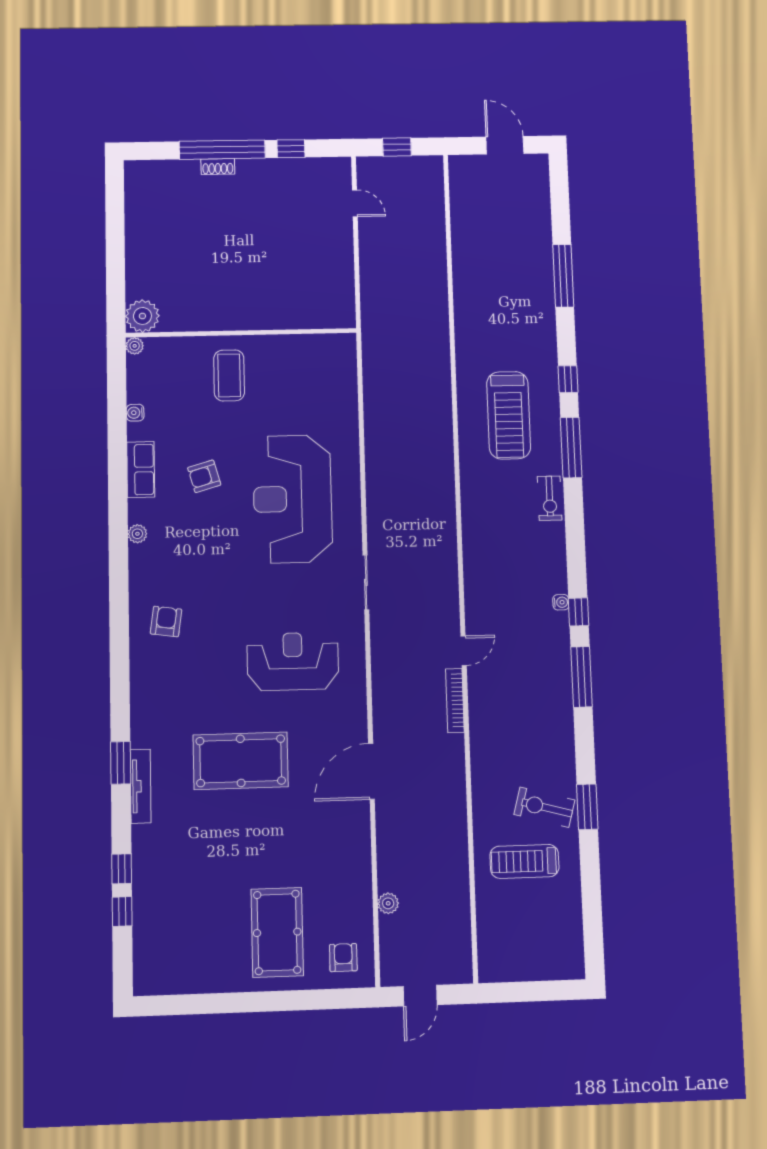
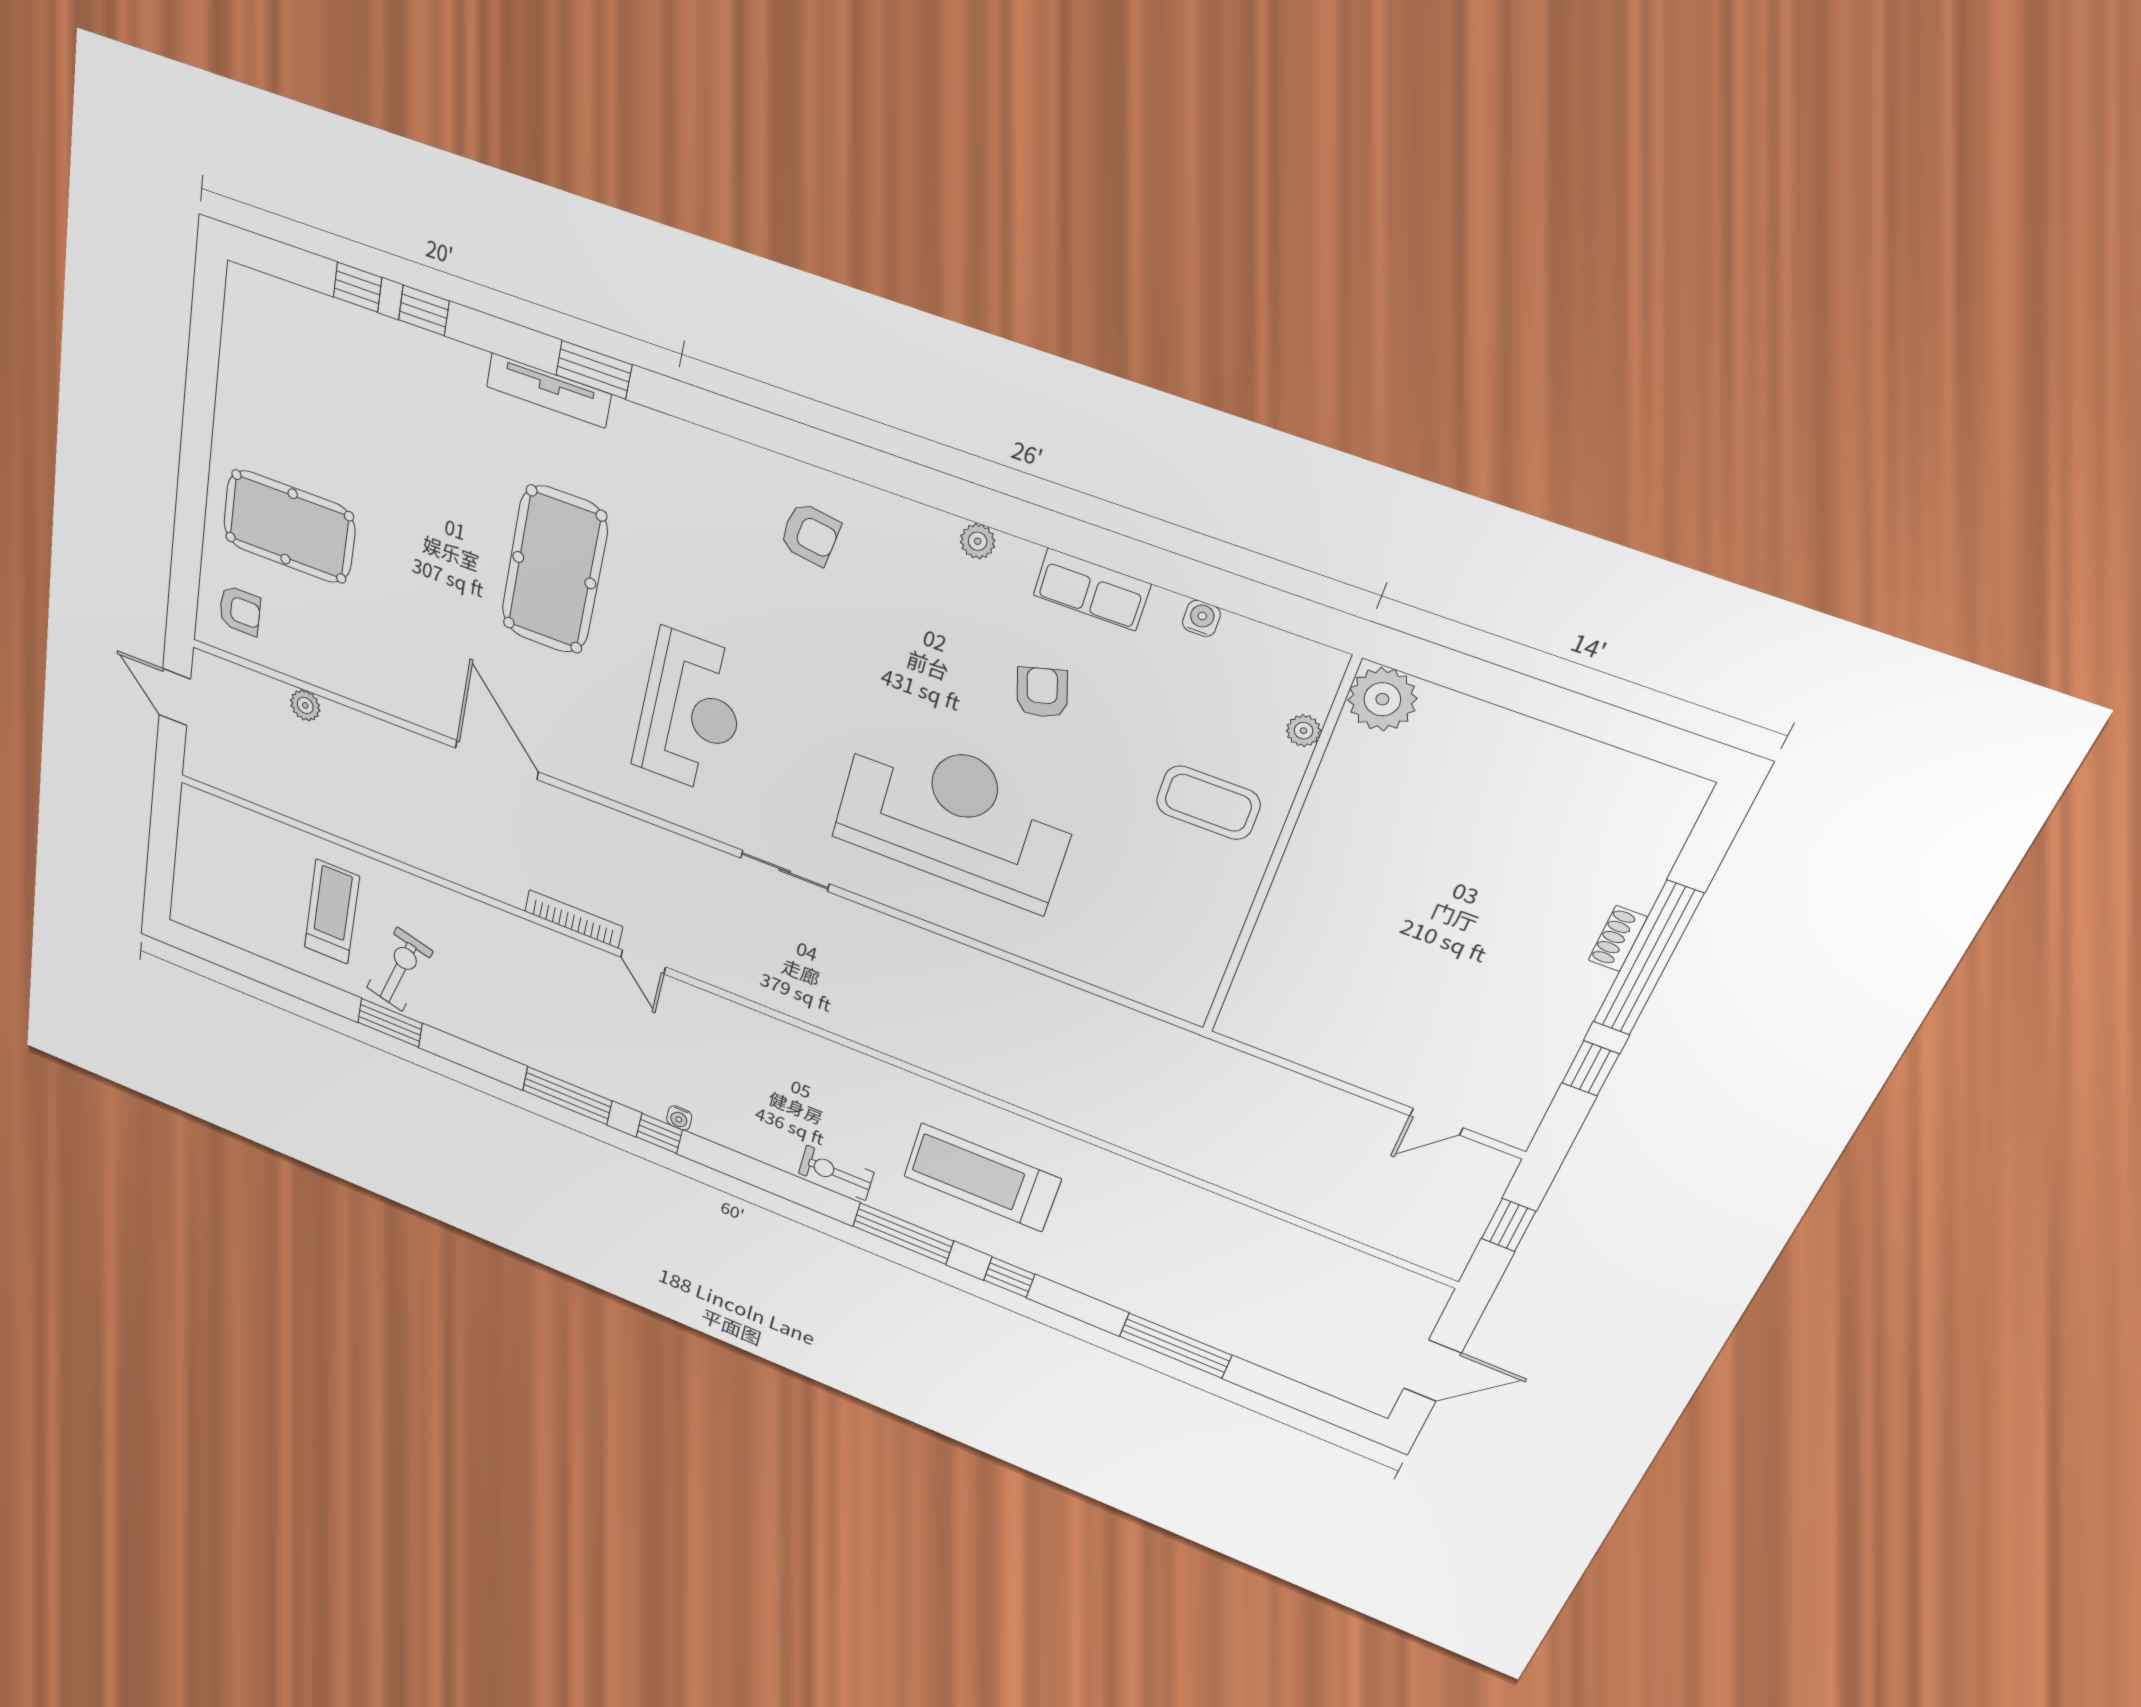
plant: (135, 346) -> (1304, 731), moved

